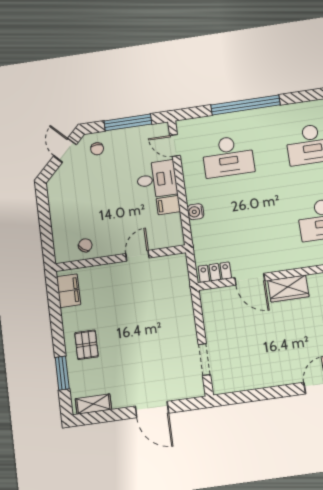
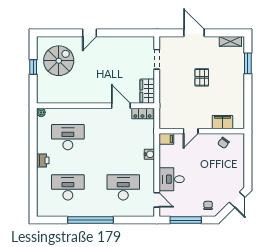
window: (245, 105) -> (91, 220), moved
door: (65, 150) -> (237, 200), moved
filing cabinet: (168, 205) -> (166, 139), moved
wardrobe: (288, 289) -> (147, 91), moved, turned -90
filing cabinet: (69, 291) -> (222, 122), moved, turned 90
pallet: (86, 345) -> (202, 77), moved

